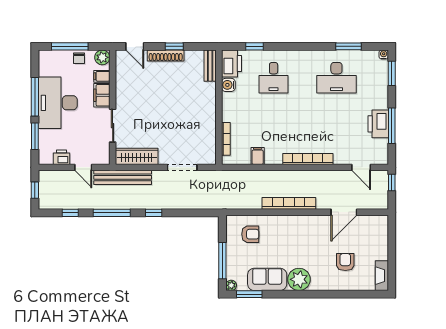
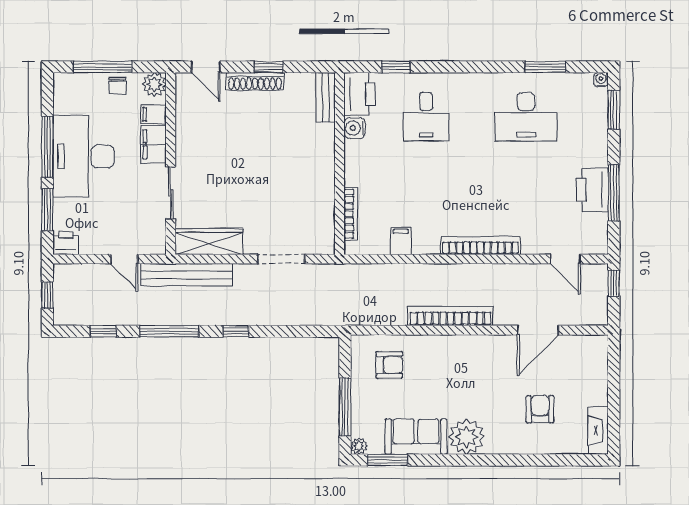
printer: (61, 157) -> (66, 243), moved

